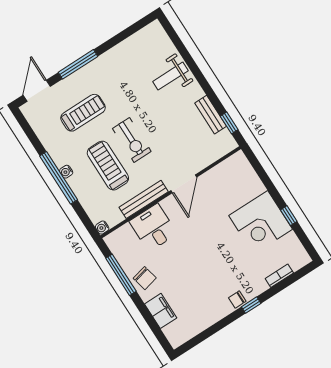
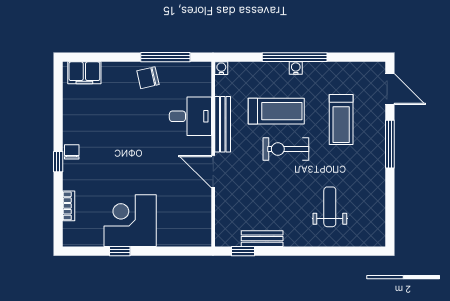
weight bench: (170, 76) -> (330, 207), moved
filing cabinet: (161, 311) -> (84, 73), moved

